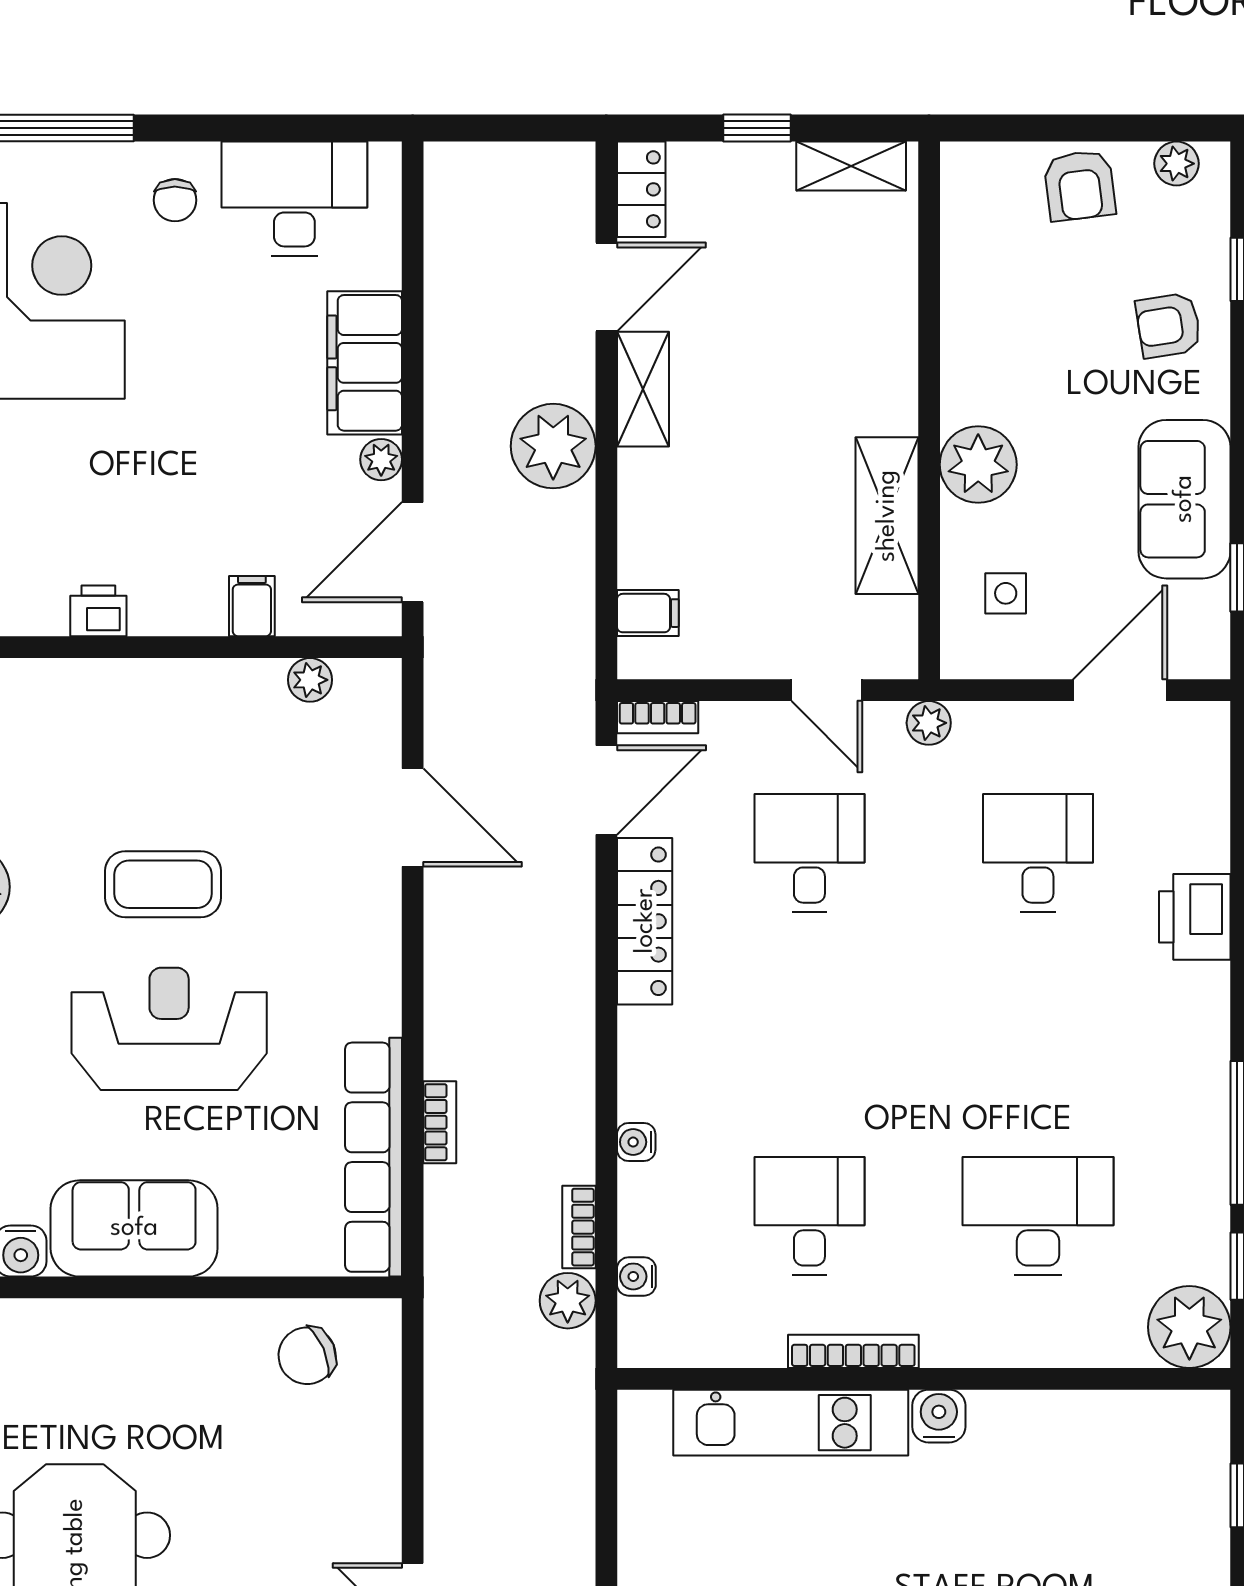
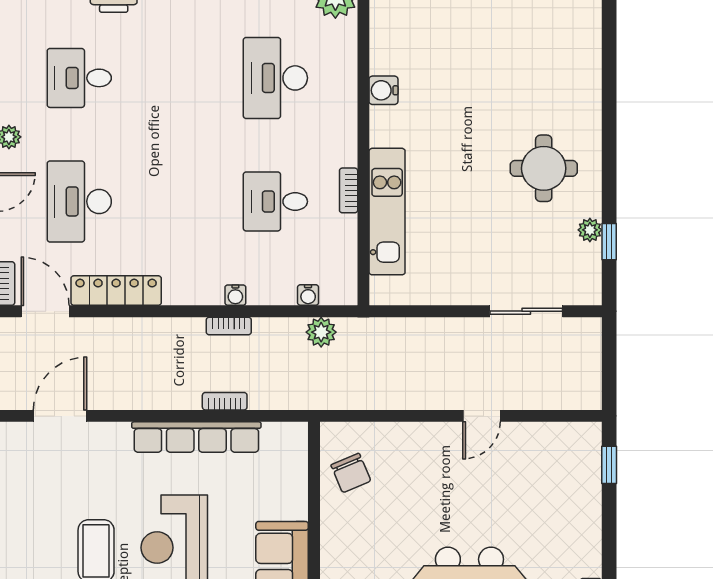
desk: (809, 853) -> (79, 201), width x1.37
row of seats: (374, 1157) -> (196, 437), moved
bookcase: (579, 1227) -> (229, 326), moved
bookcase: (853, 1351) -> (349, 190), width x0.64
water cooler: (939, 1416) -> (383, 90), moved

